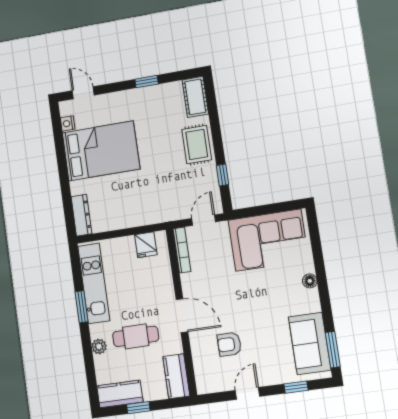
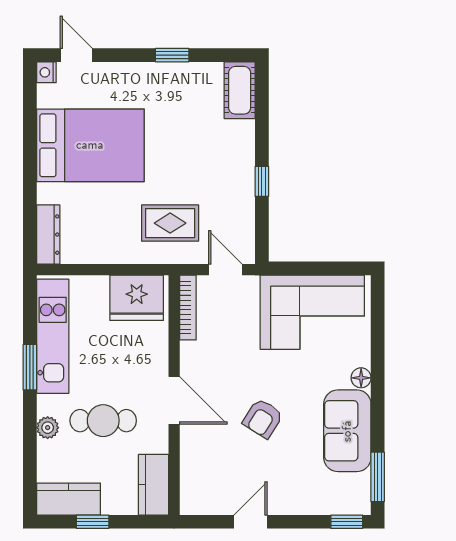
nightstand: (68, 123) -> (46, 72), moved
rug: (197, 145) -> (170, 223), moved, turned 90
window: (222, 175) -> (262, 181), moved
door: (204, 220) -> (225, 270), hinge flipped
fridge: (146, 245) -> (137, 298), width x1.88, depth x1.34
armchair: (229, 344) -> (263, 418), moved, turned -58
sofa: (310, 344) -> (347, 431), moved
window: (296, 387) -> (347, 522), moved

